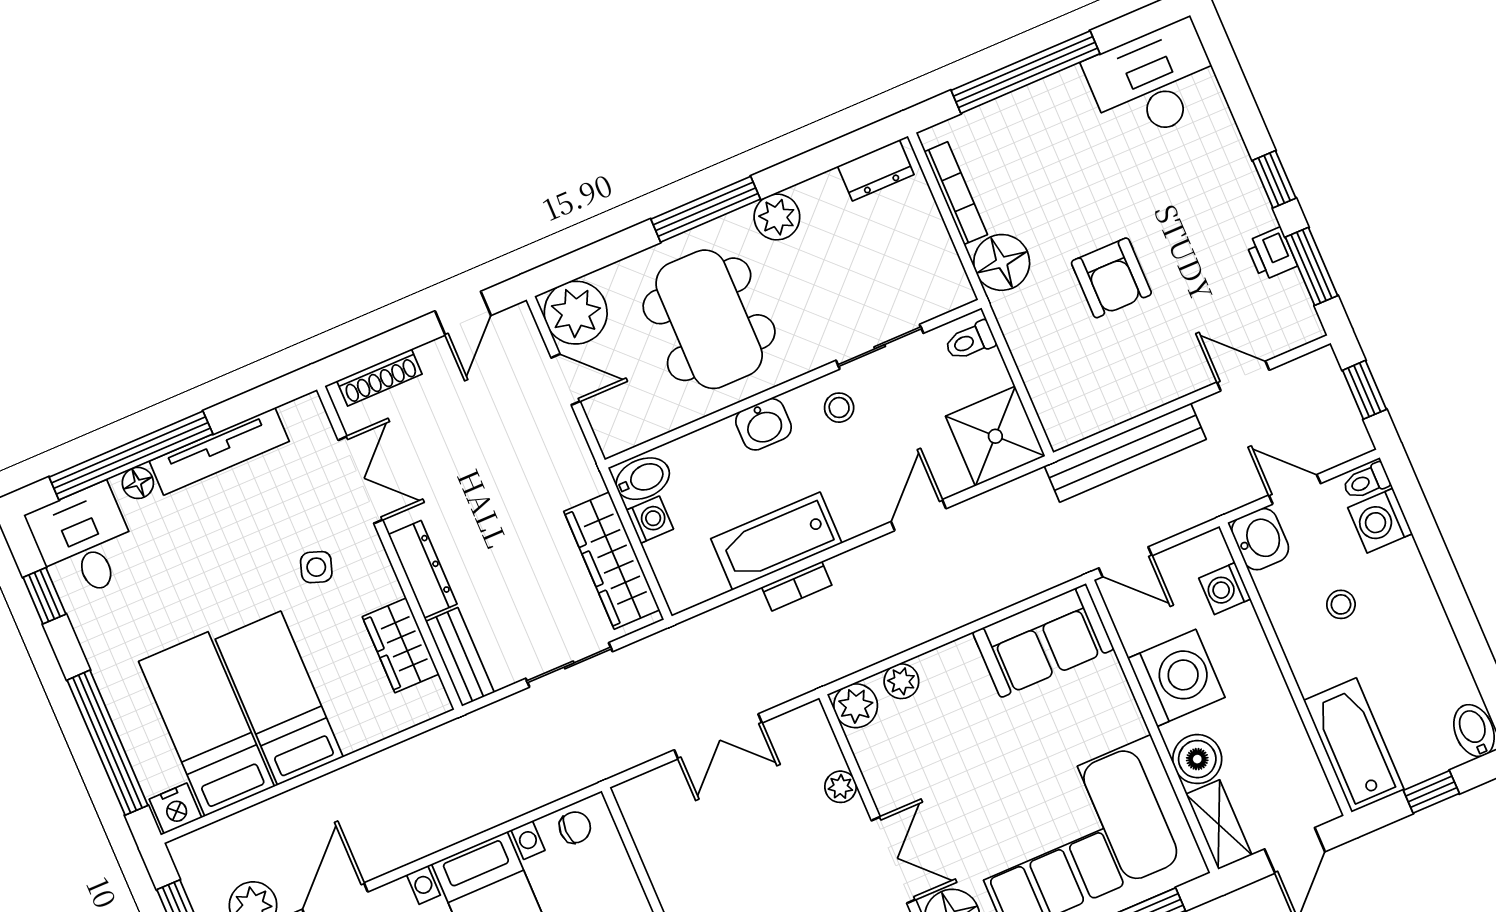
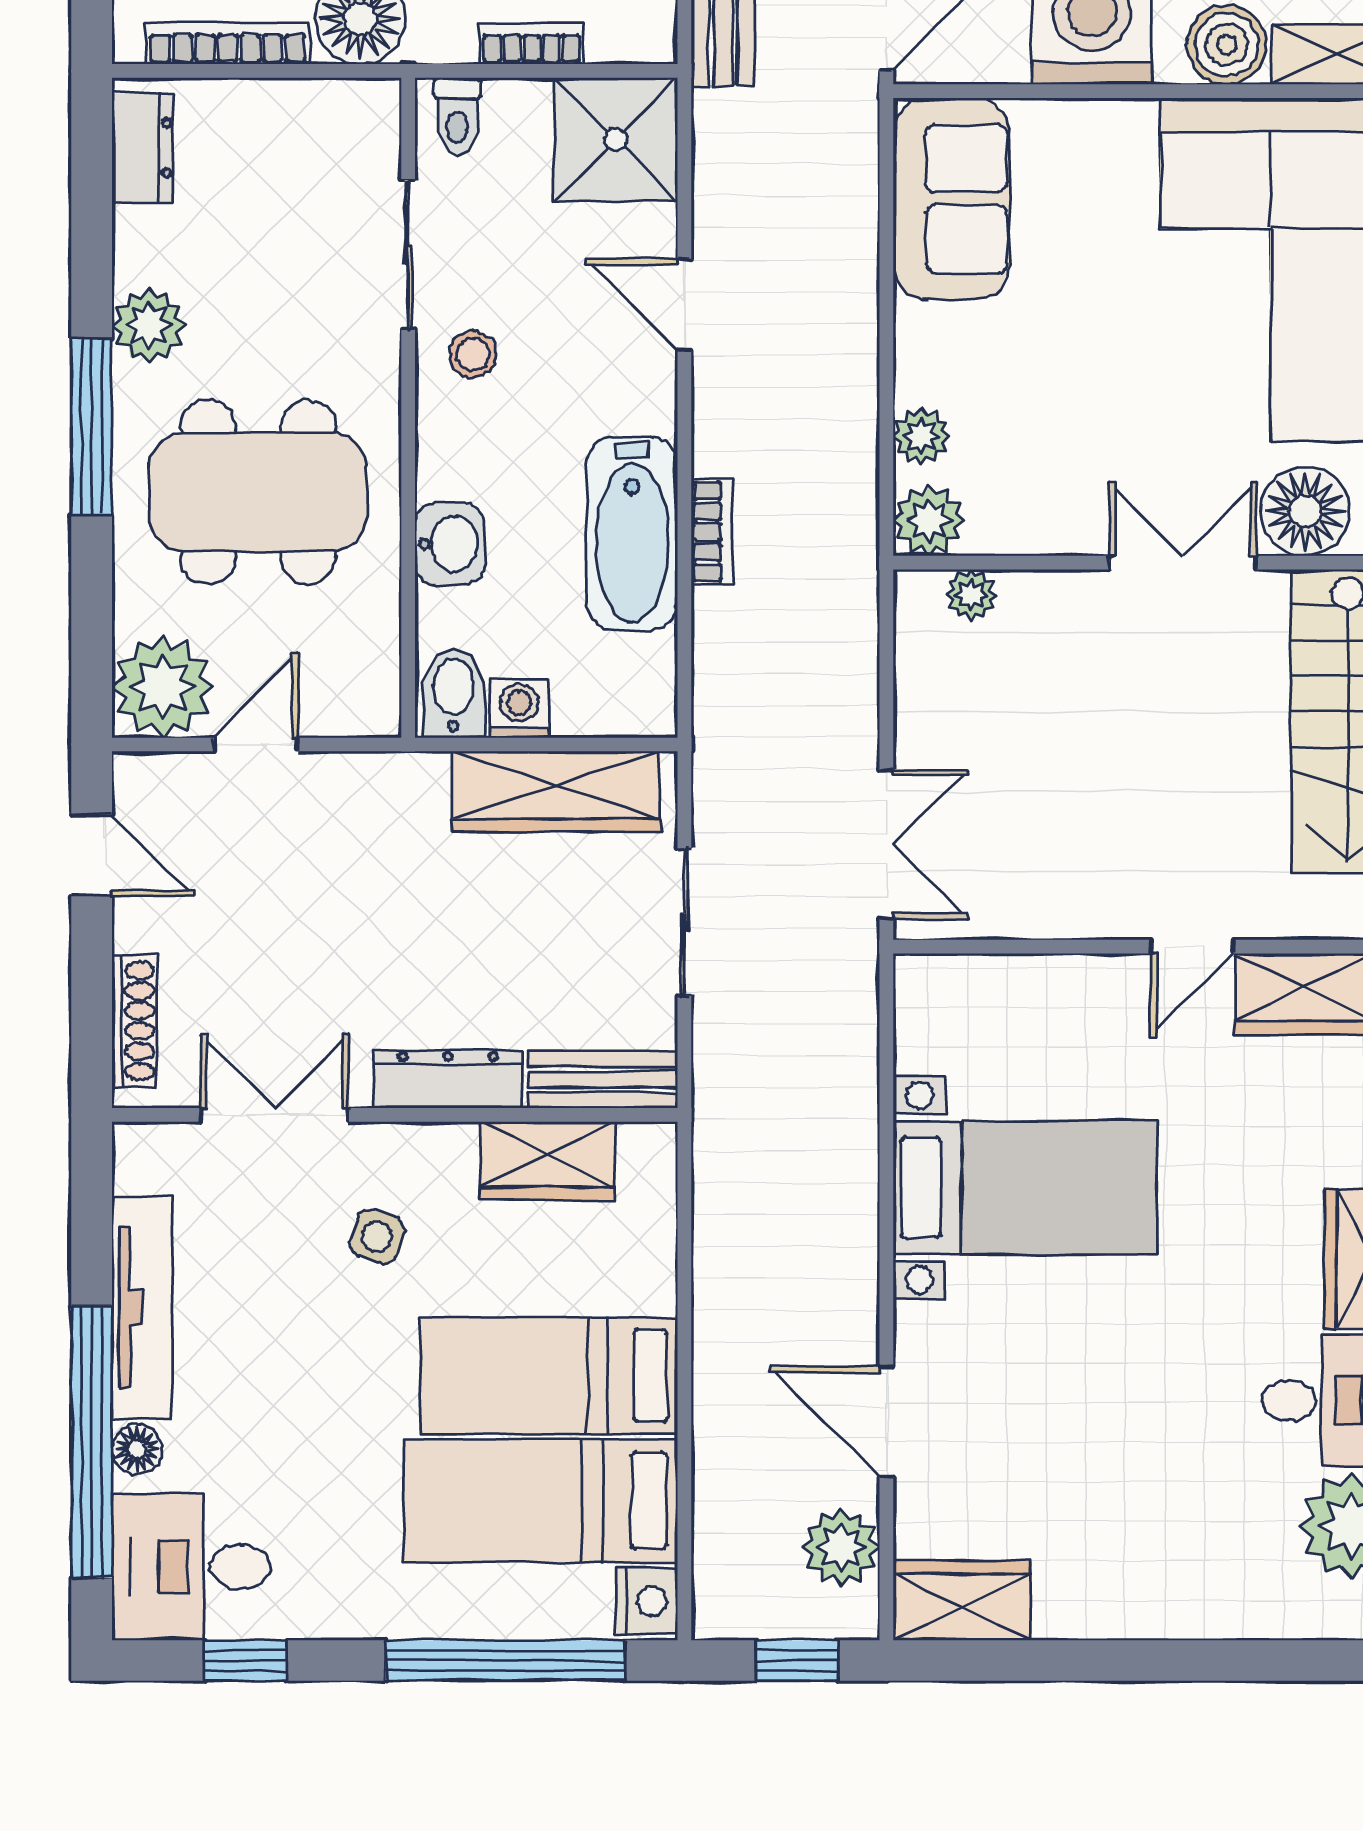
bookcase: (1029, 365) -> (532, 44), added
washbasin: (764, 424) -> (450, 544), moved
double door: (718, 736) -> (886, 845), moved
plant: (841, 787) -> (971, 595), moved
chair: (575, 827) -> (931, 1017), removed

